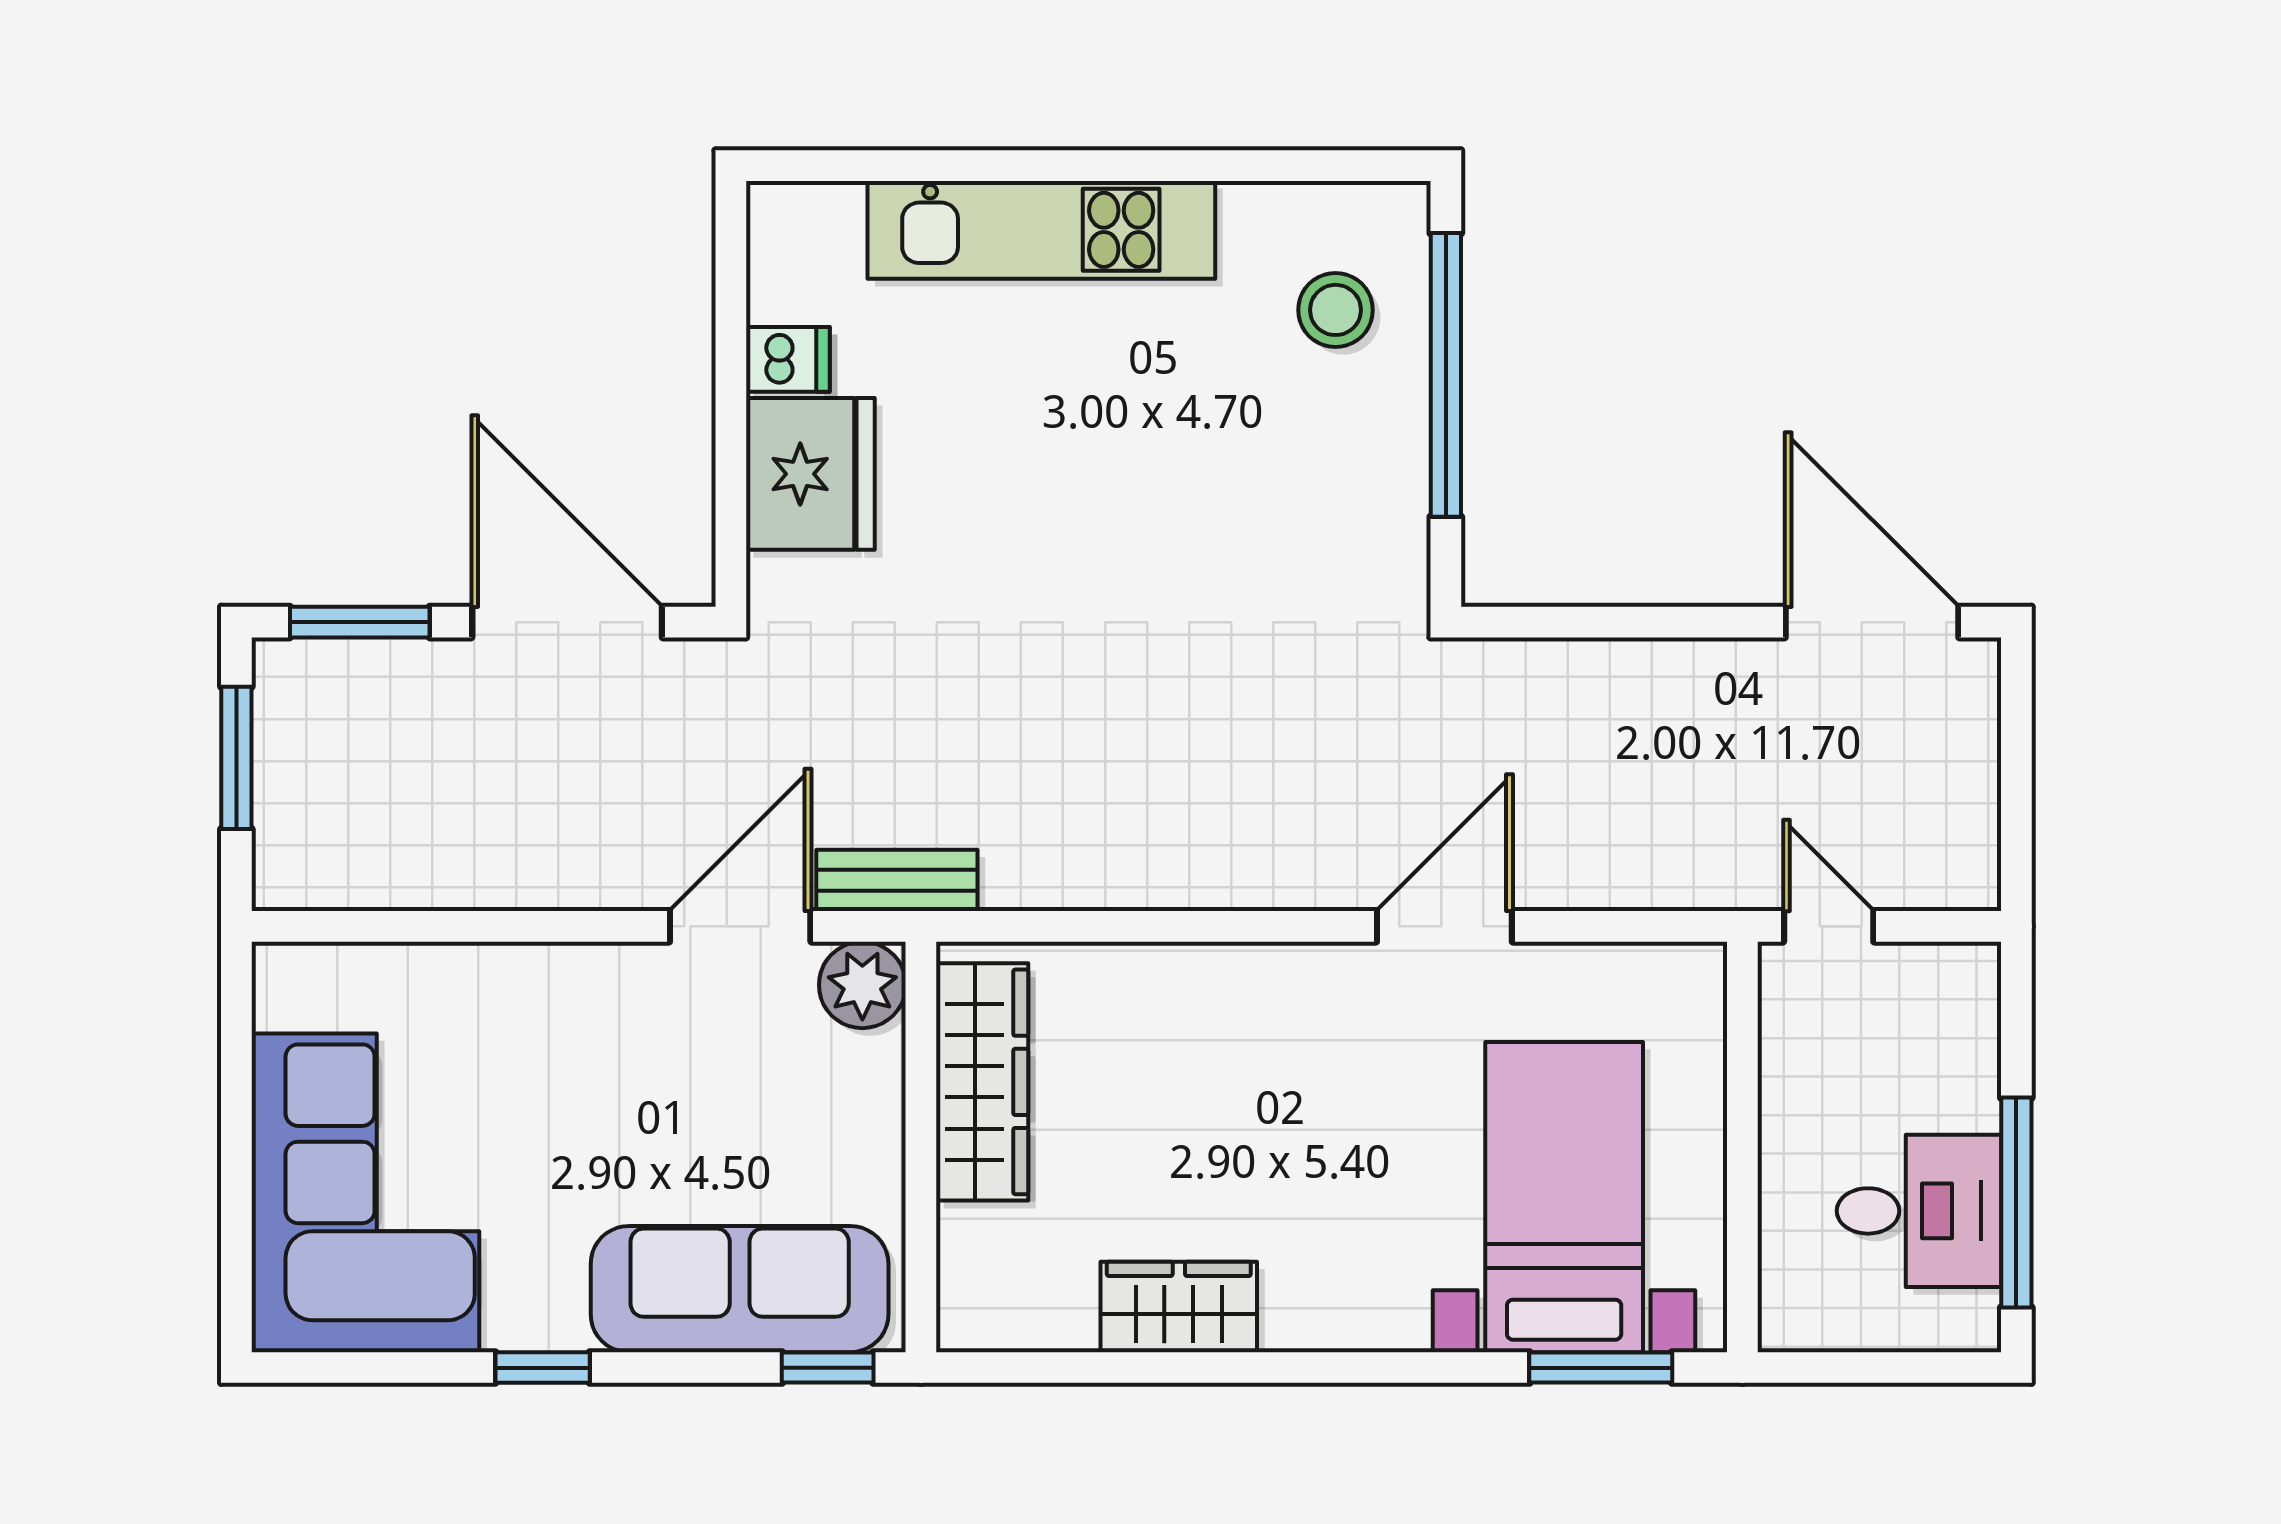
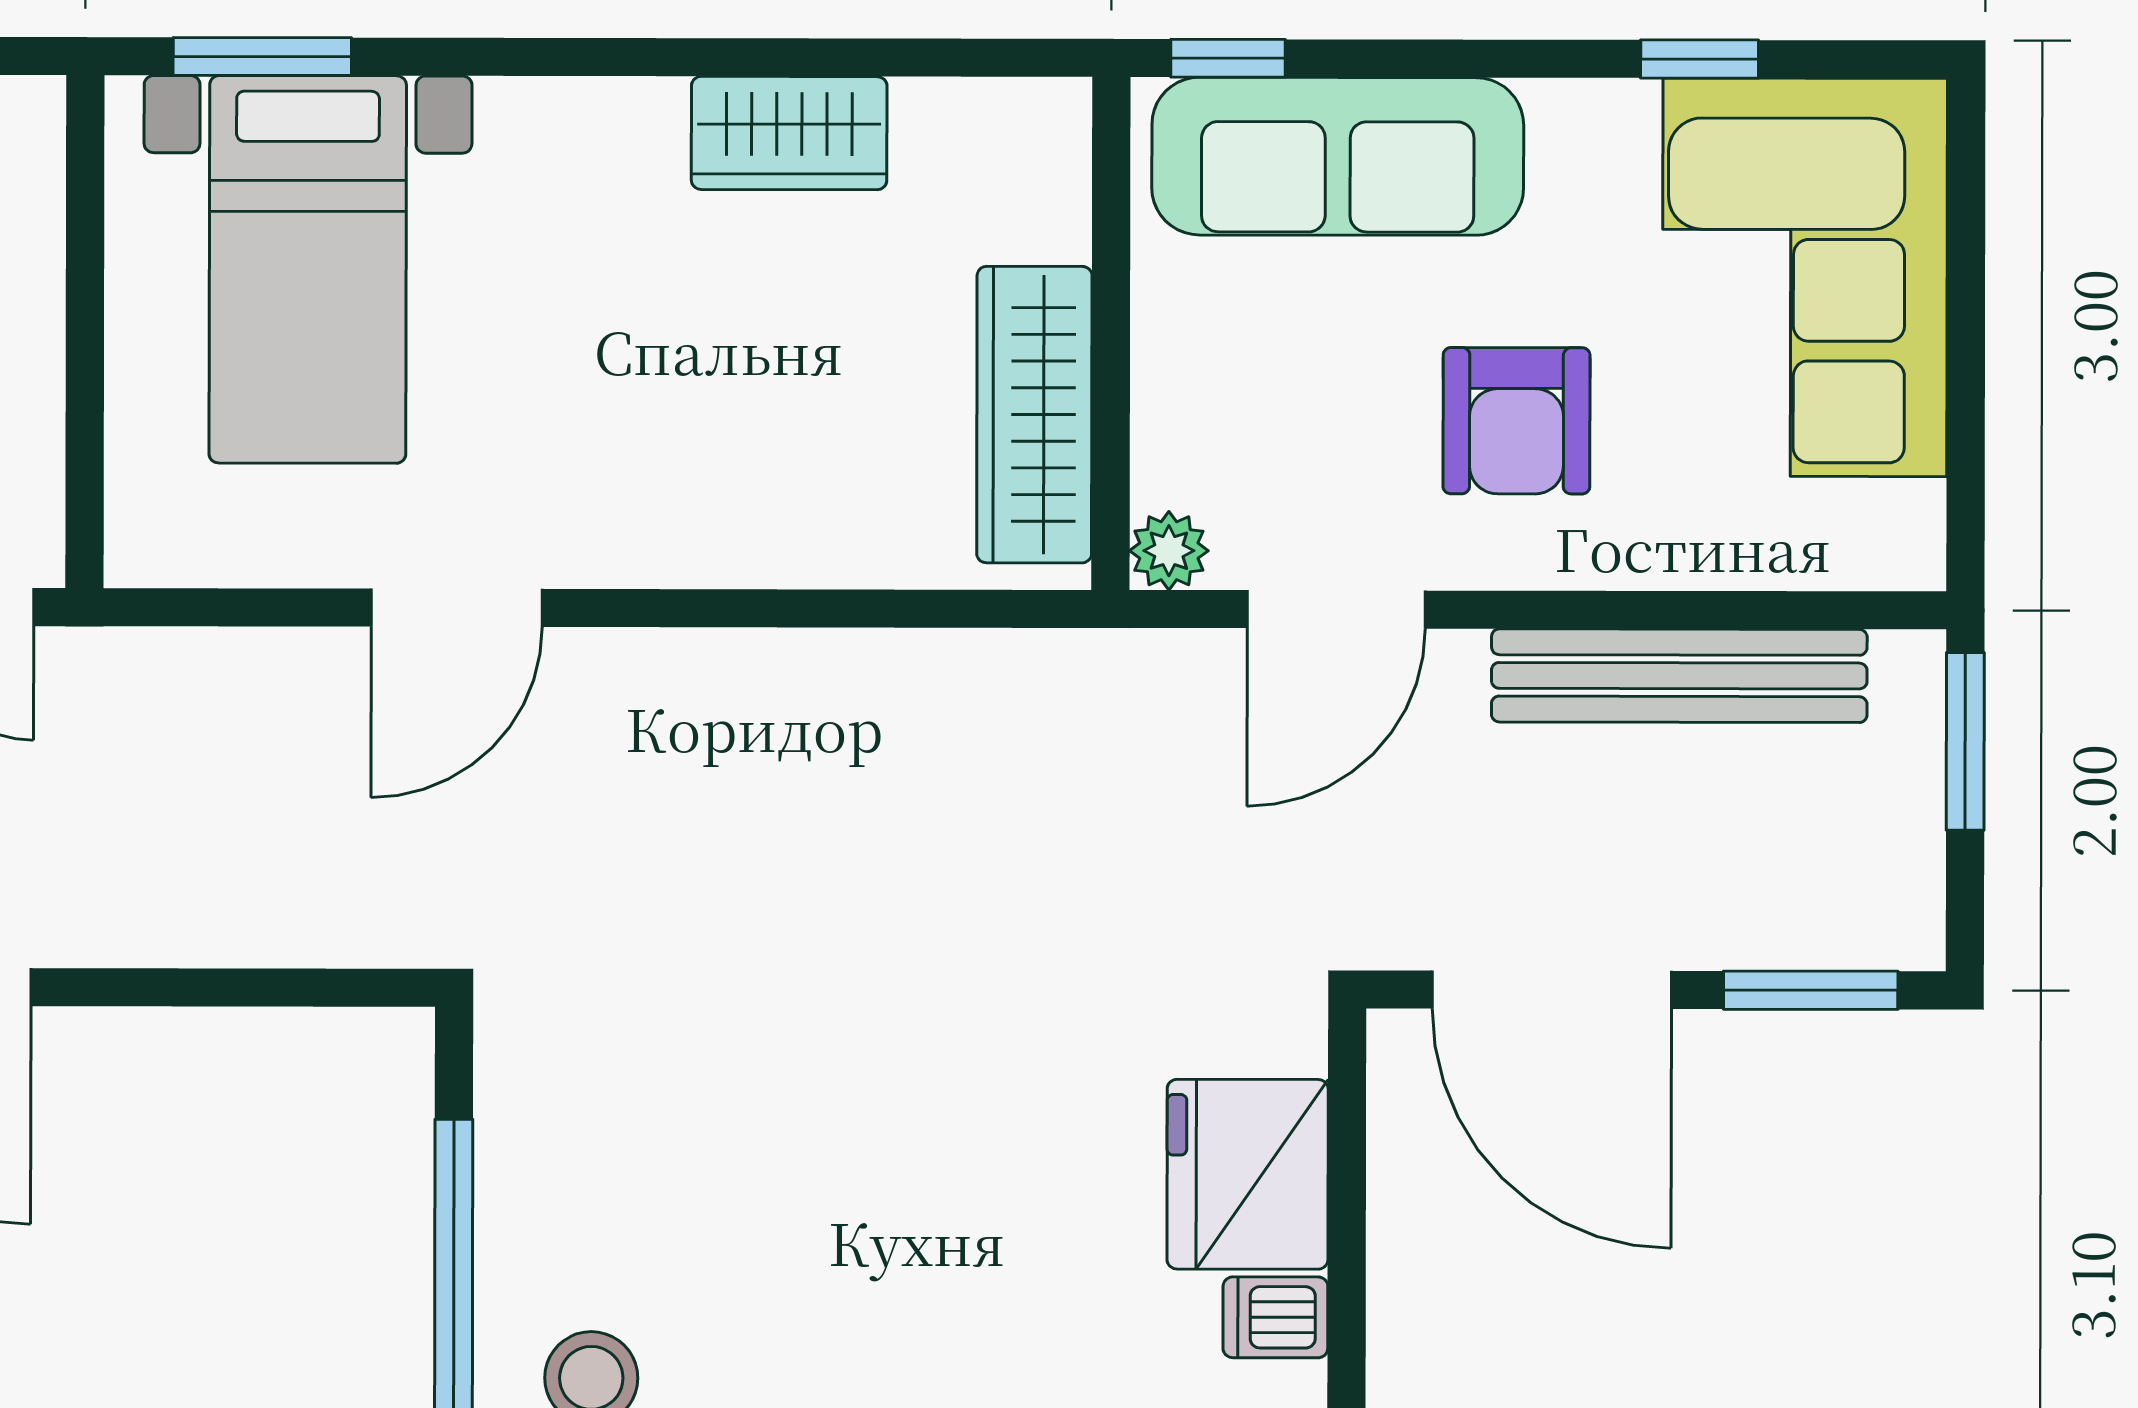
window: (236, 758) -> (1965, 741), moved
bench: (897, 880) -> (1679, 676), moved, width x1.86, depth x1.21
plant: (862, 985) -> (1169, 551), width x0.73, depth x0.73
armchair: (596, 1078) -> (1516, 421), added
window: (543, 1368) -> (1700, 59), moved

